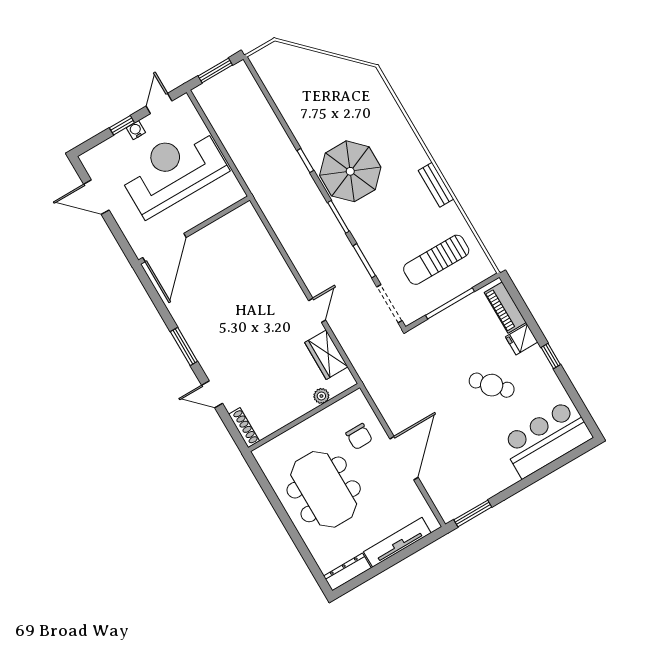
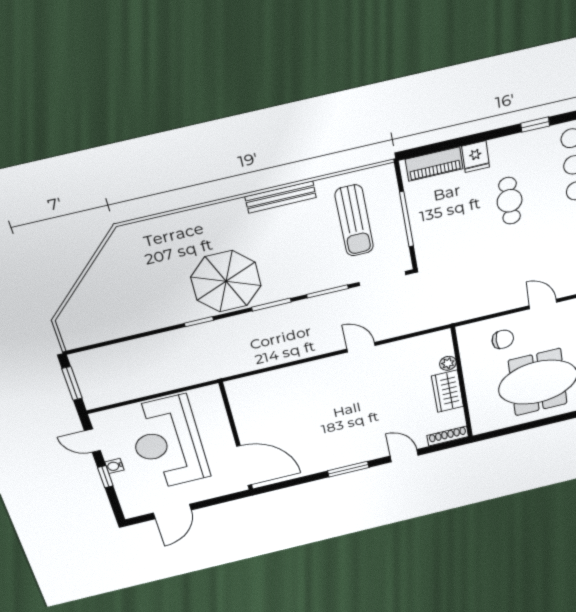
bench: (436, 185) -> (281, 197), width x1.36
wardrobe: (326, 355) -> (448, 391), moved, turned 90
window: (551, 356) -> (535, 125), moved
cafe table: (492, 385) -> (510, 201), turned -47
door: (212, 394) -> (404, 456), swing flipped
door: (404, 458) -> (543, 304), width x0.53

